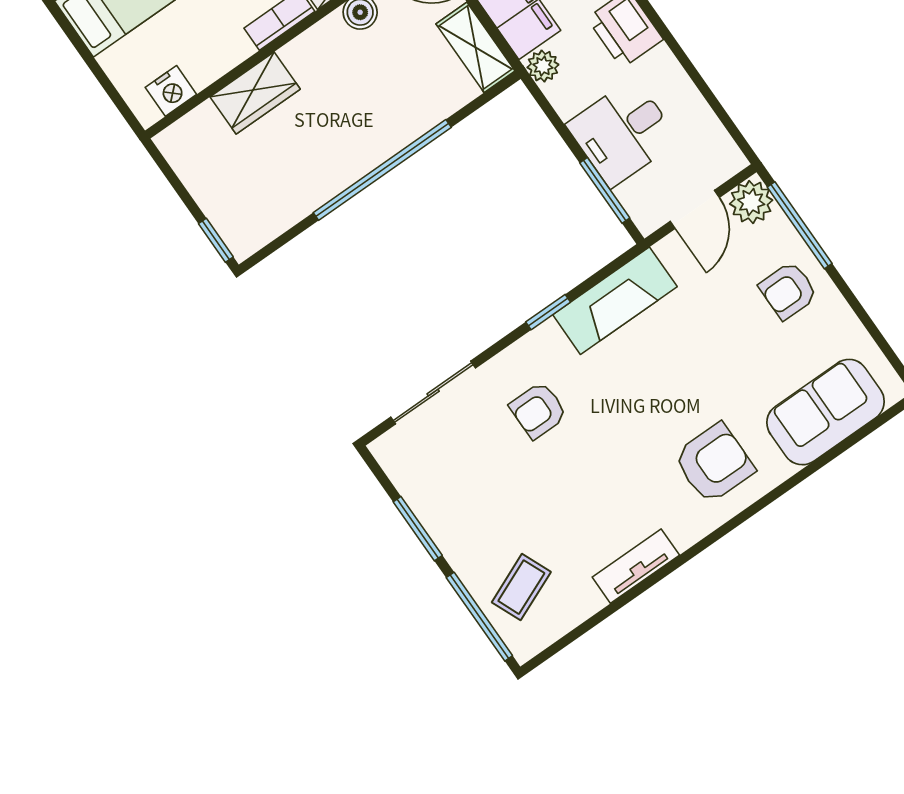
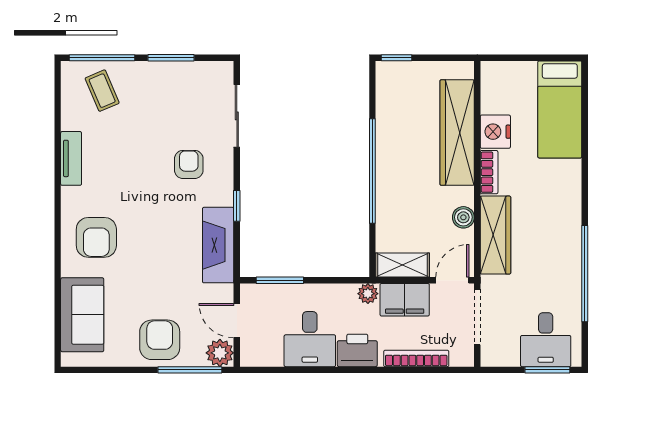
nightstand: (171, 91) -> (495, 132), moved, width x1.36, depth x1.33
wardrobe: (255, 93) -> (457, 133), width x2.10, depth x1.17
desk: (623, 132) -> (310, 339), moved, turned 180
armchair: (788, 291) -> (160, 340), width x1.38, depth x1.38

